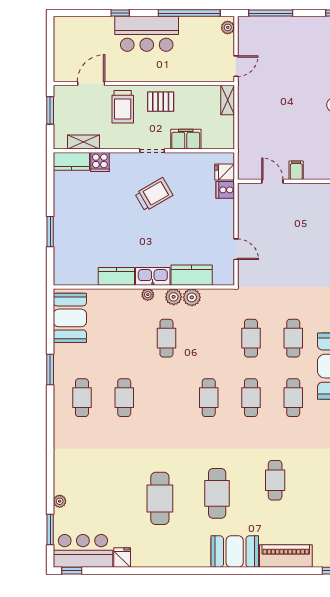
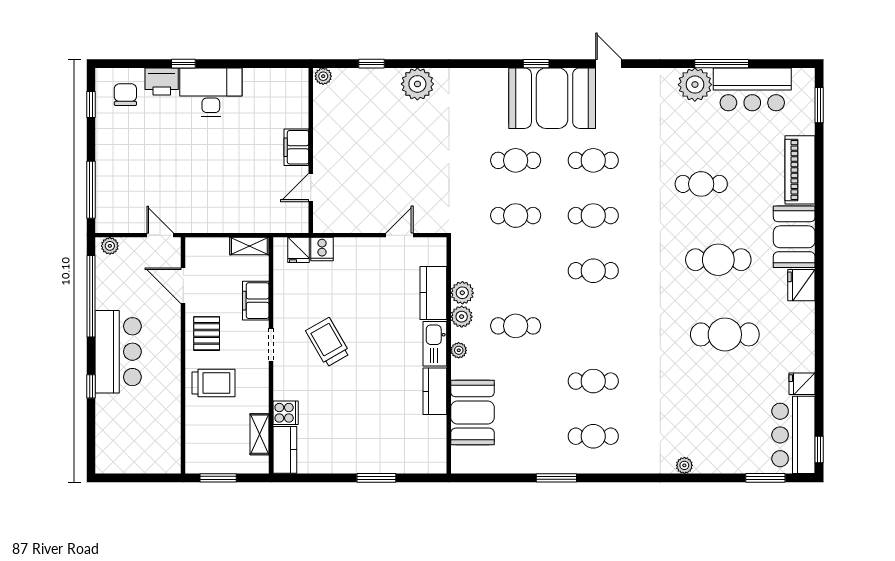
door: (91, 84) -> (183, 286), moved
shelving: (228, 100) -> (249, 246), moved
filing cabinet: (296, 170) -> (296, 147), width x2.00
booth: (70, 318) -> (473, 412), moved, turned 90
plant: (60, 501) -> (684, 465), moved
fridge: (198, 557) -> (801, 285), added

